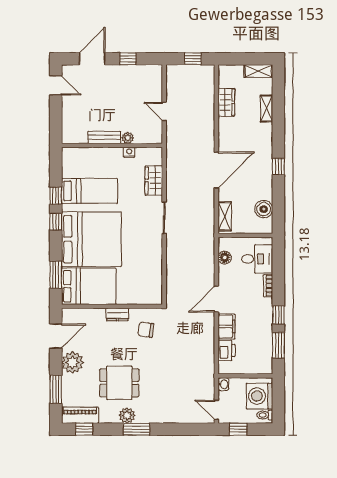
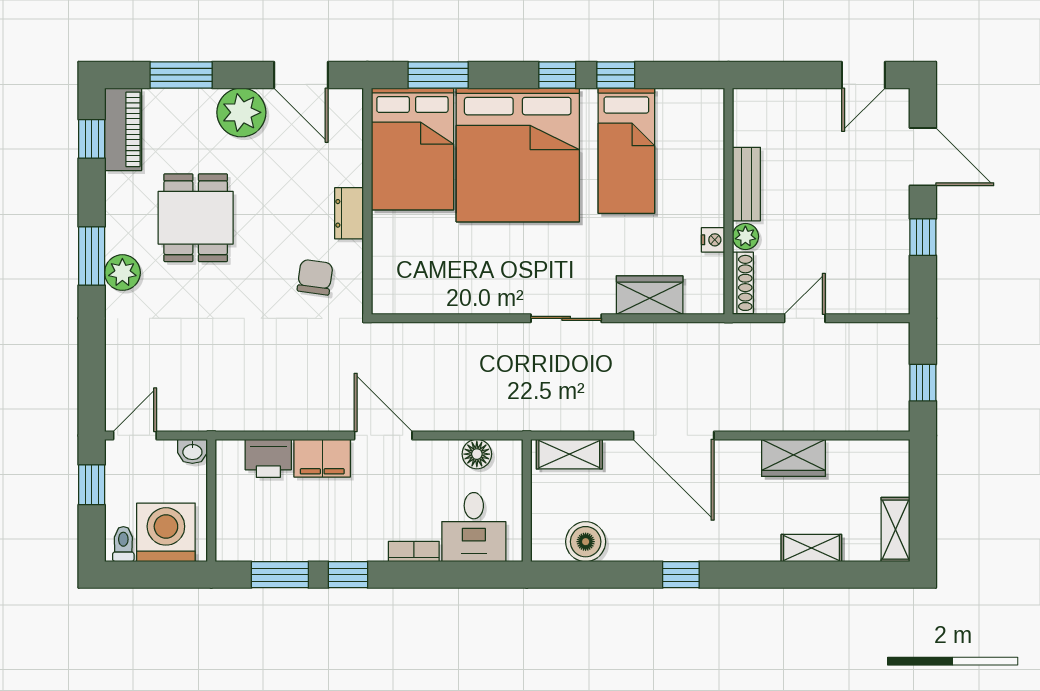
wardrobe: (226, 102) -> (794, 458), moved
shoe rack: (148, 139) -> (743, 283), added
plant: (127, 415) -> (122, 273), moved

